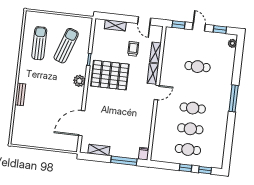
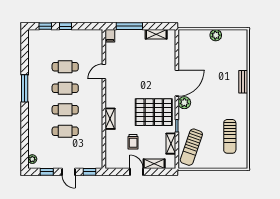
door: (144, 21) -> (137, 172), moved
sun lounger: (66, 46) -> (191, 147), moved
shelving: (155, 53) -> (171, 144), moved
door: (157, 92) -> (104, 71), moved
window: (234, 98) -> (25, 88), moved
door: (82, 123) -> (177, 83), moved
plant: (41, 142) -> (216, 35), added
cafe table: (188, 150) -> (65, 110), moved

